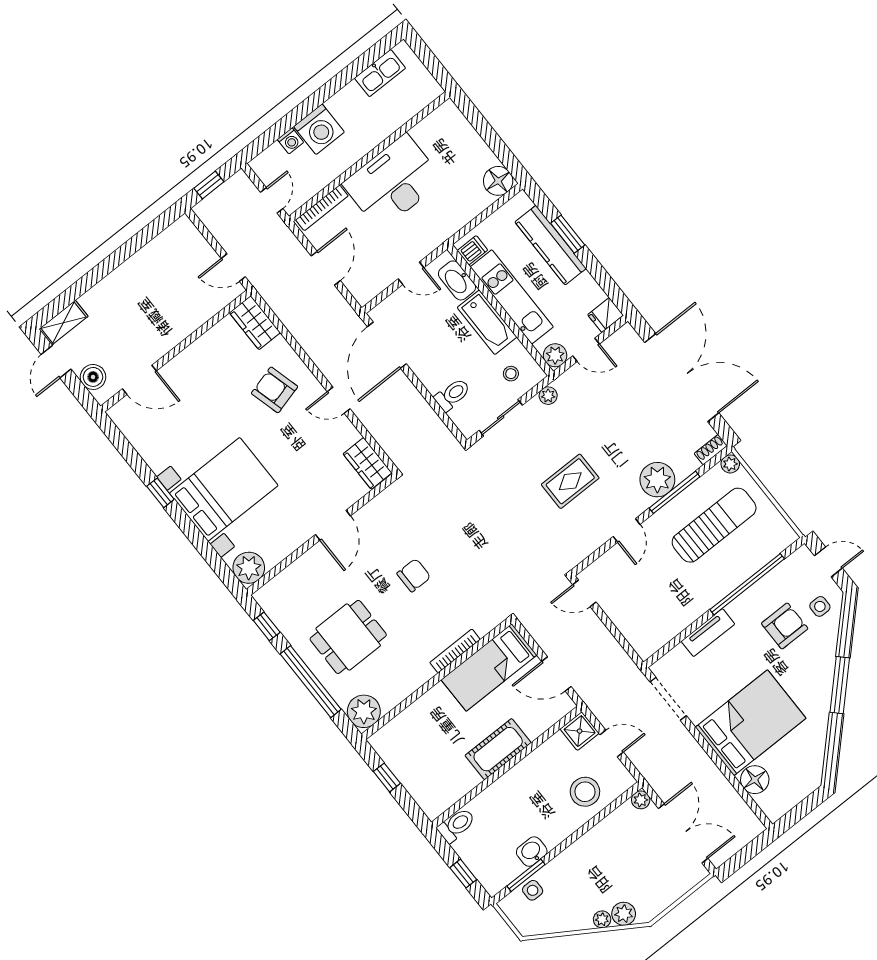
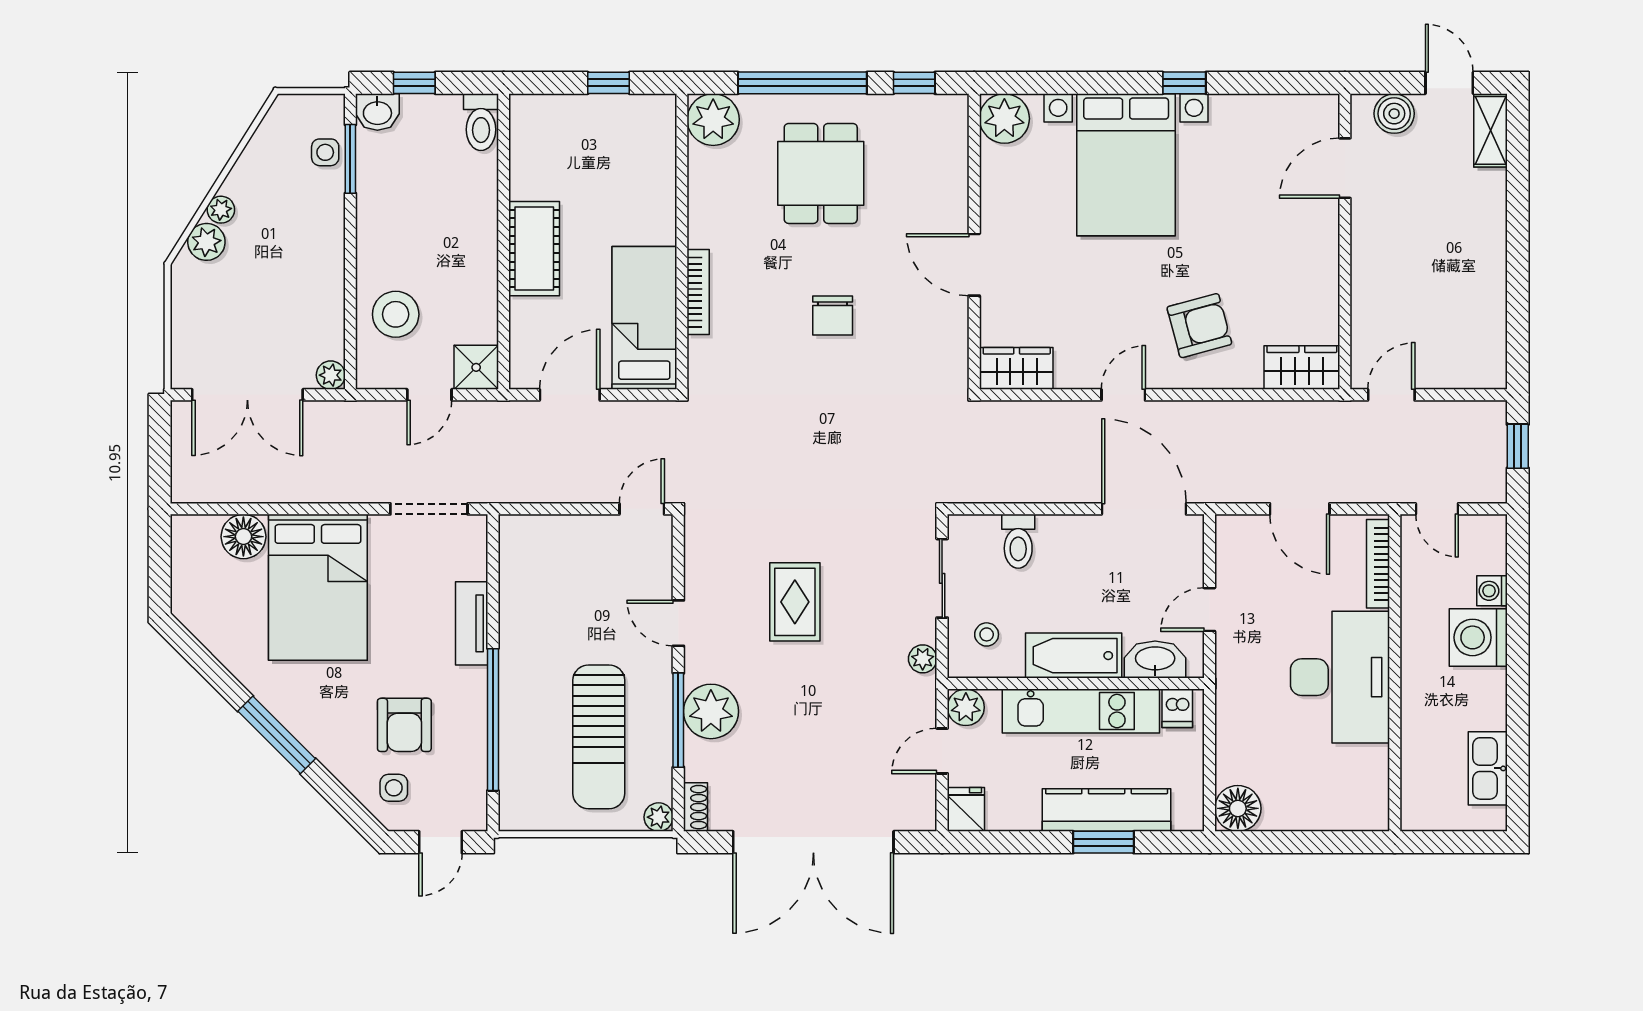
washbasin: (532, 852) -> (377, 112), moved, turned 90

